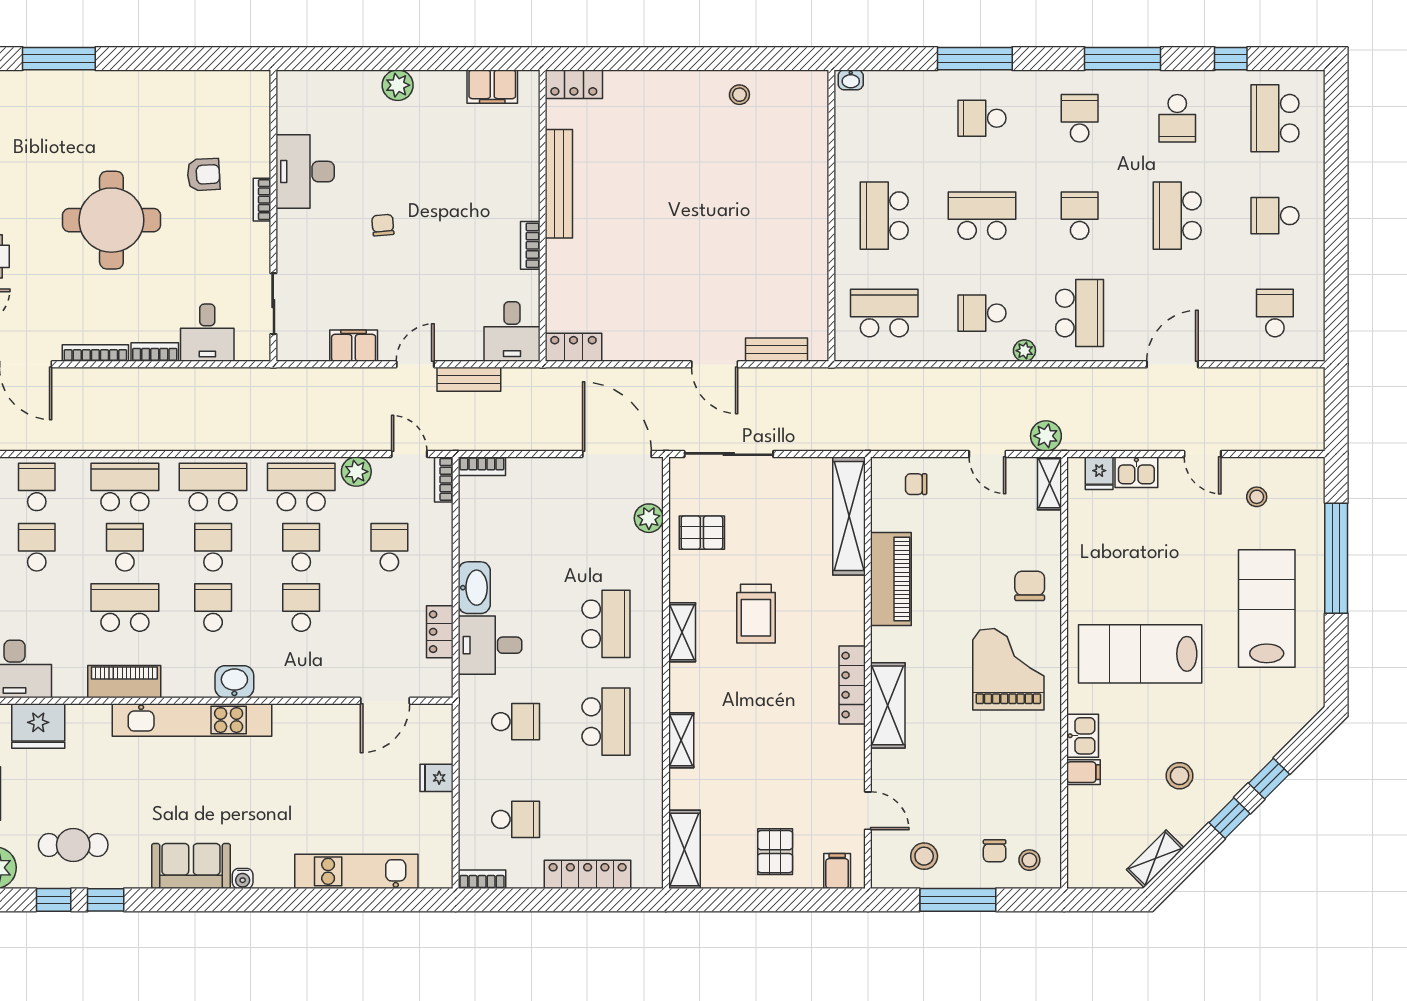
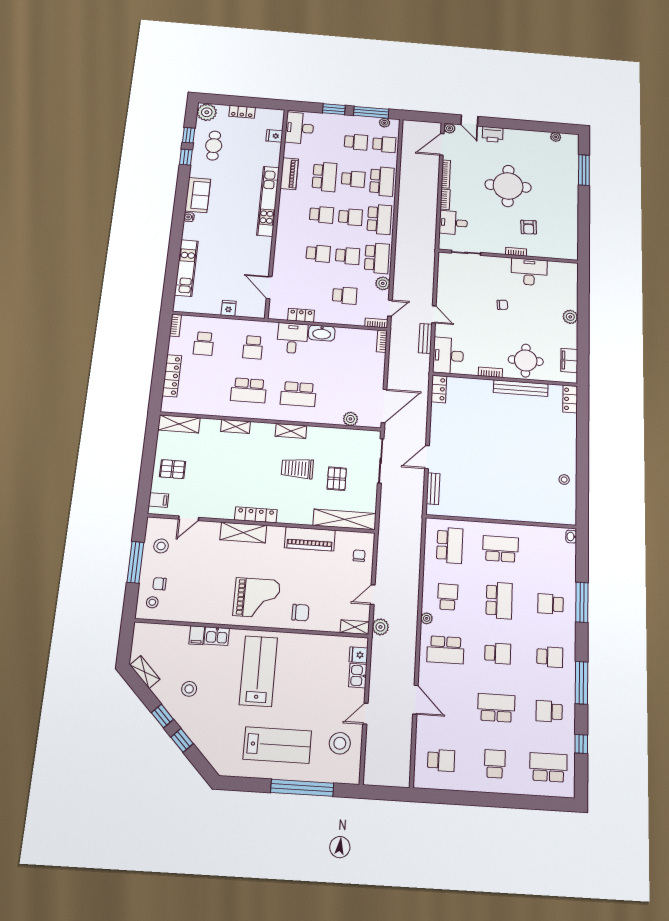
school desk: (982, 118) -> (550, 604), turned -90
round table: (500, 175) -> (526, 361), added
desk: (512, 332) -> (448, 356), width x1.37
filing cabinet: (354, 346) -> (444, 287), removed
stool: (1257, 497) -> (340, 743), width x1.89, depth x1.89
pallet: (702, 533) -> (337, 479), moved
washbasin: (234, 682) -> (285, 221), removed
fridge: (38, 726) -> (274, 136), width x0.53, depth x0.75

